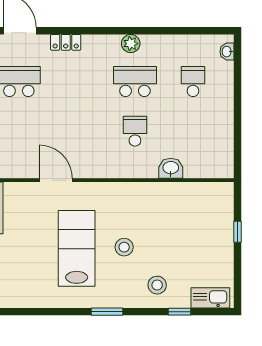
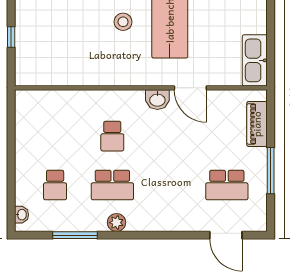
window: (173, 31) -> (75, 235), added
locker: (66, 42) -> (181, 224), removed
washbasin: (171, 168) -> (157, 100), moved

